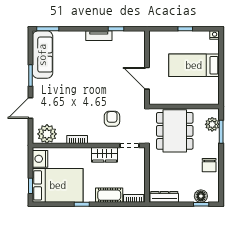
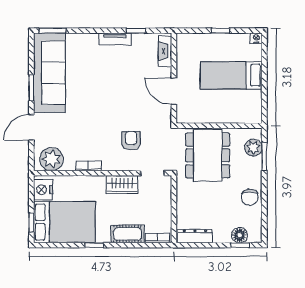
fireplace: (140, 46) -> (165, 51), added
sofa: (42, 55) -> (49, 73), width x1.36, depth x1.27

